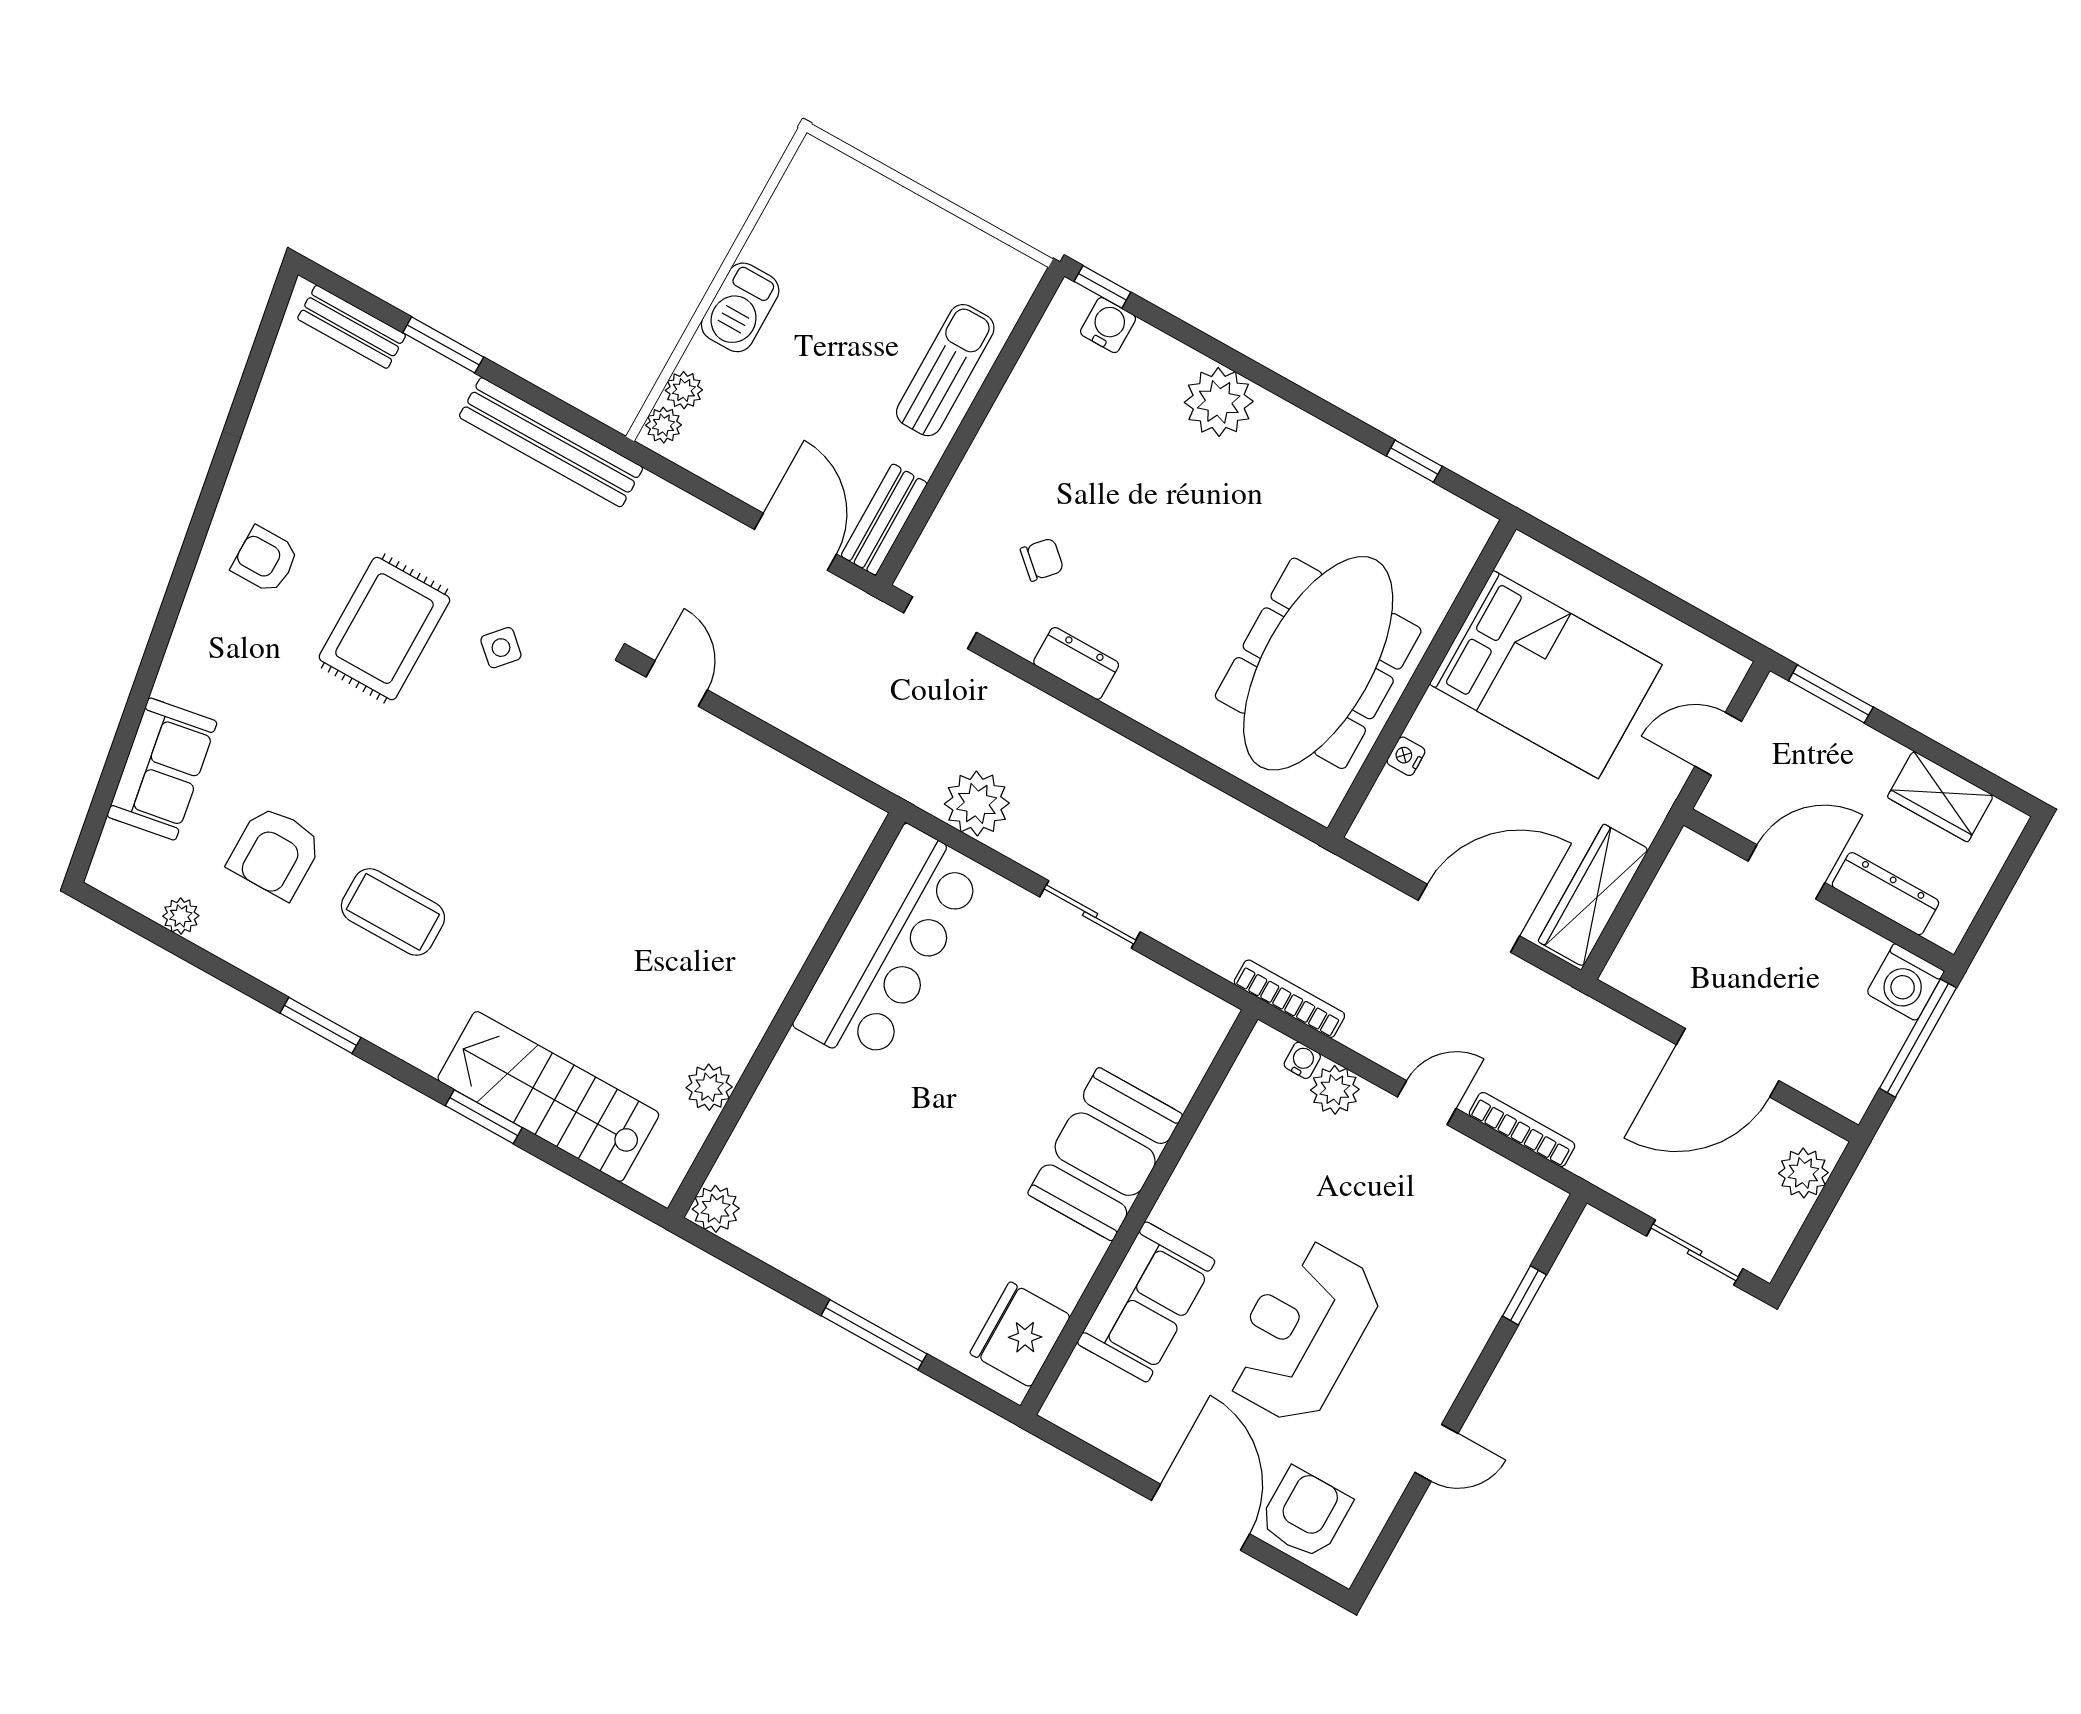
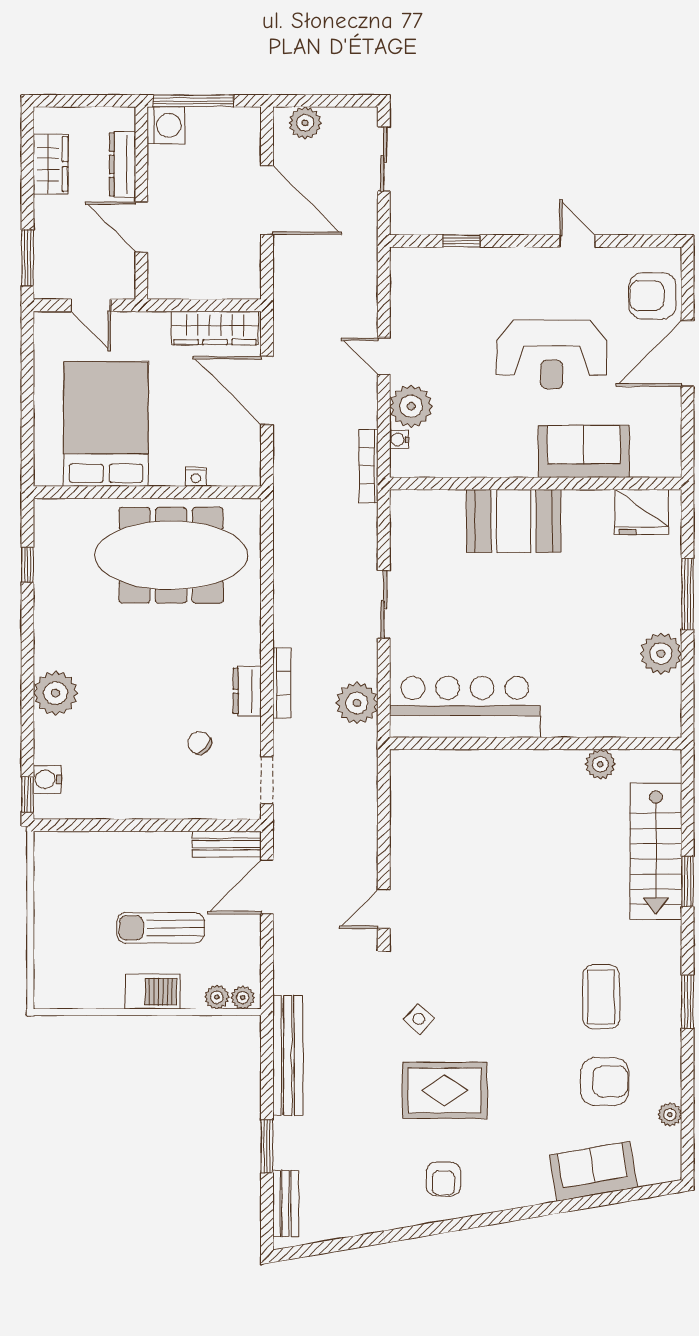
sun lounger: (945, 370) -> (161, 928), moved
plant: (1335, 1090) -> (411, 406), width x1.36, depth x1.36
bookcase: (1522, 1129) -> (282, 683), moved, turned 180
plant: (716, 1209) -> (661, 654), moved, width x1.36, depth x1.36

